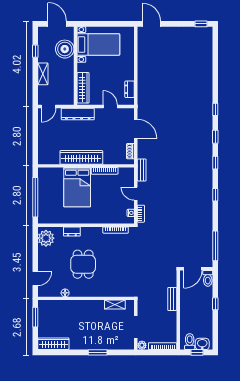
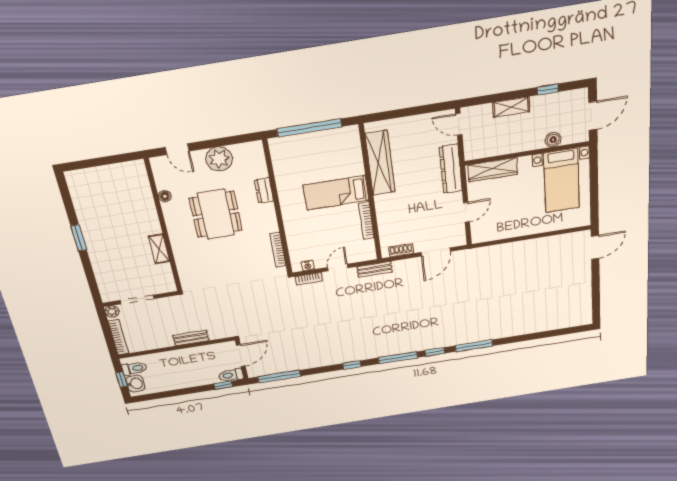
window: (201, 24) -> (596, 309), removed
boiler: (65, 49) -> (553, 140), width x0.54, depth x0.54
dresser: (130, 89) -> (495, 234), removed
window: (215, 109) -> (474, 346), width x2.17
wardrobe: (81, 157) -> (380, 163), moved
window: (215, 163) -> (398, 358), width x2.17
bed: (77, 187) -> (336, 193), width x0.67
plant: (46, 238) -> (219, 159), moved
dining table: (83, 264) -> (216, 214), width x1.38
door: (193, 269) -> (241, 356), swing flipped
window: (215, 304) -> (223, 385), moved
shelving: (115, 305) -> (159, 249), moved
window: (35, 317) -> (115, 159), removed
wardrobe: (53, 344) -> (79, 192), removed
window: (98, 352) -> (79, 238), moved

